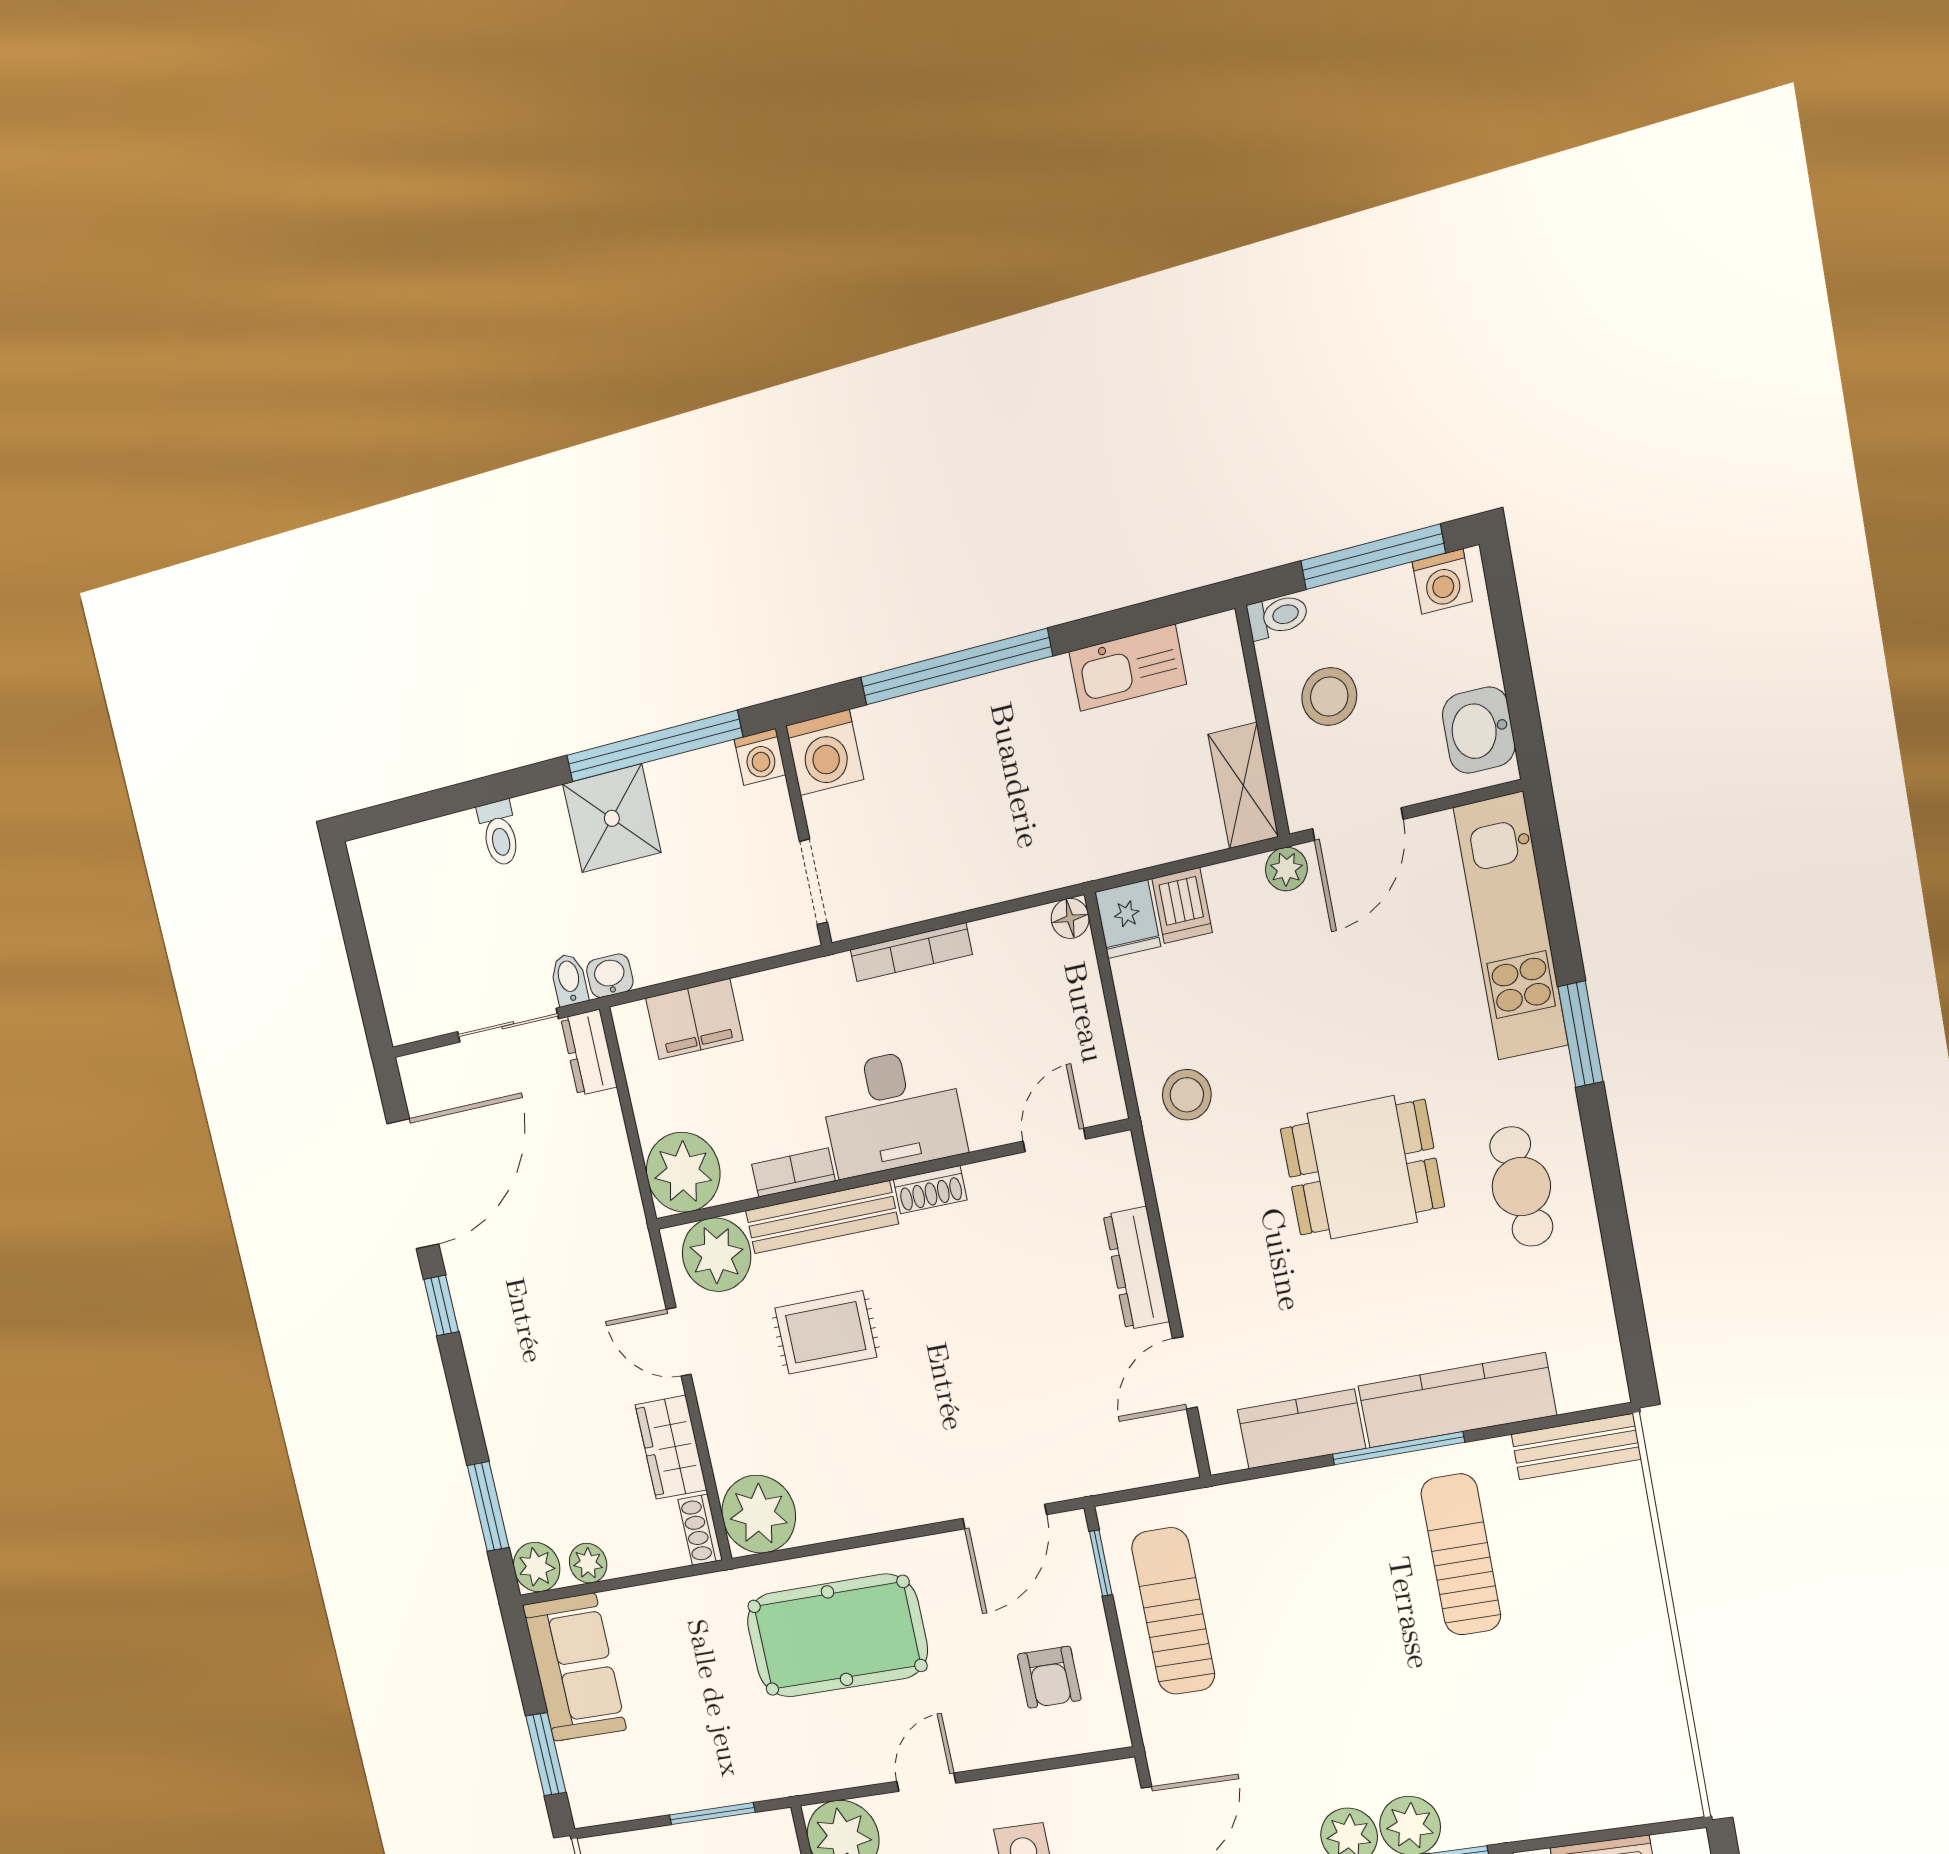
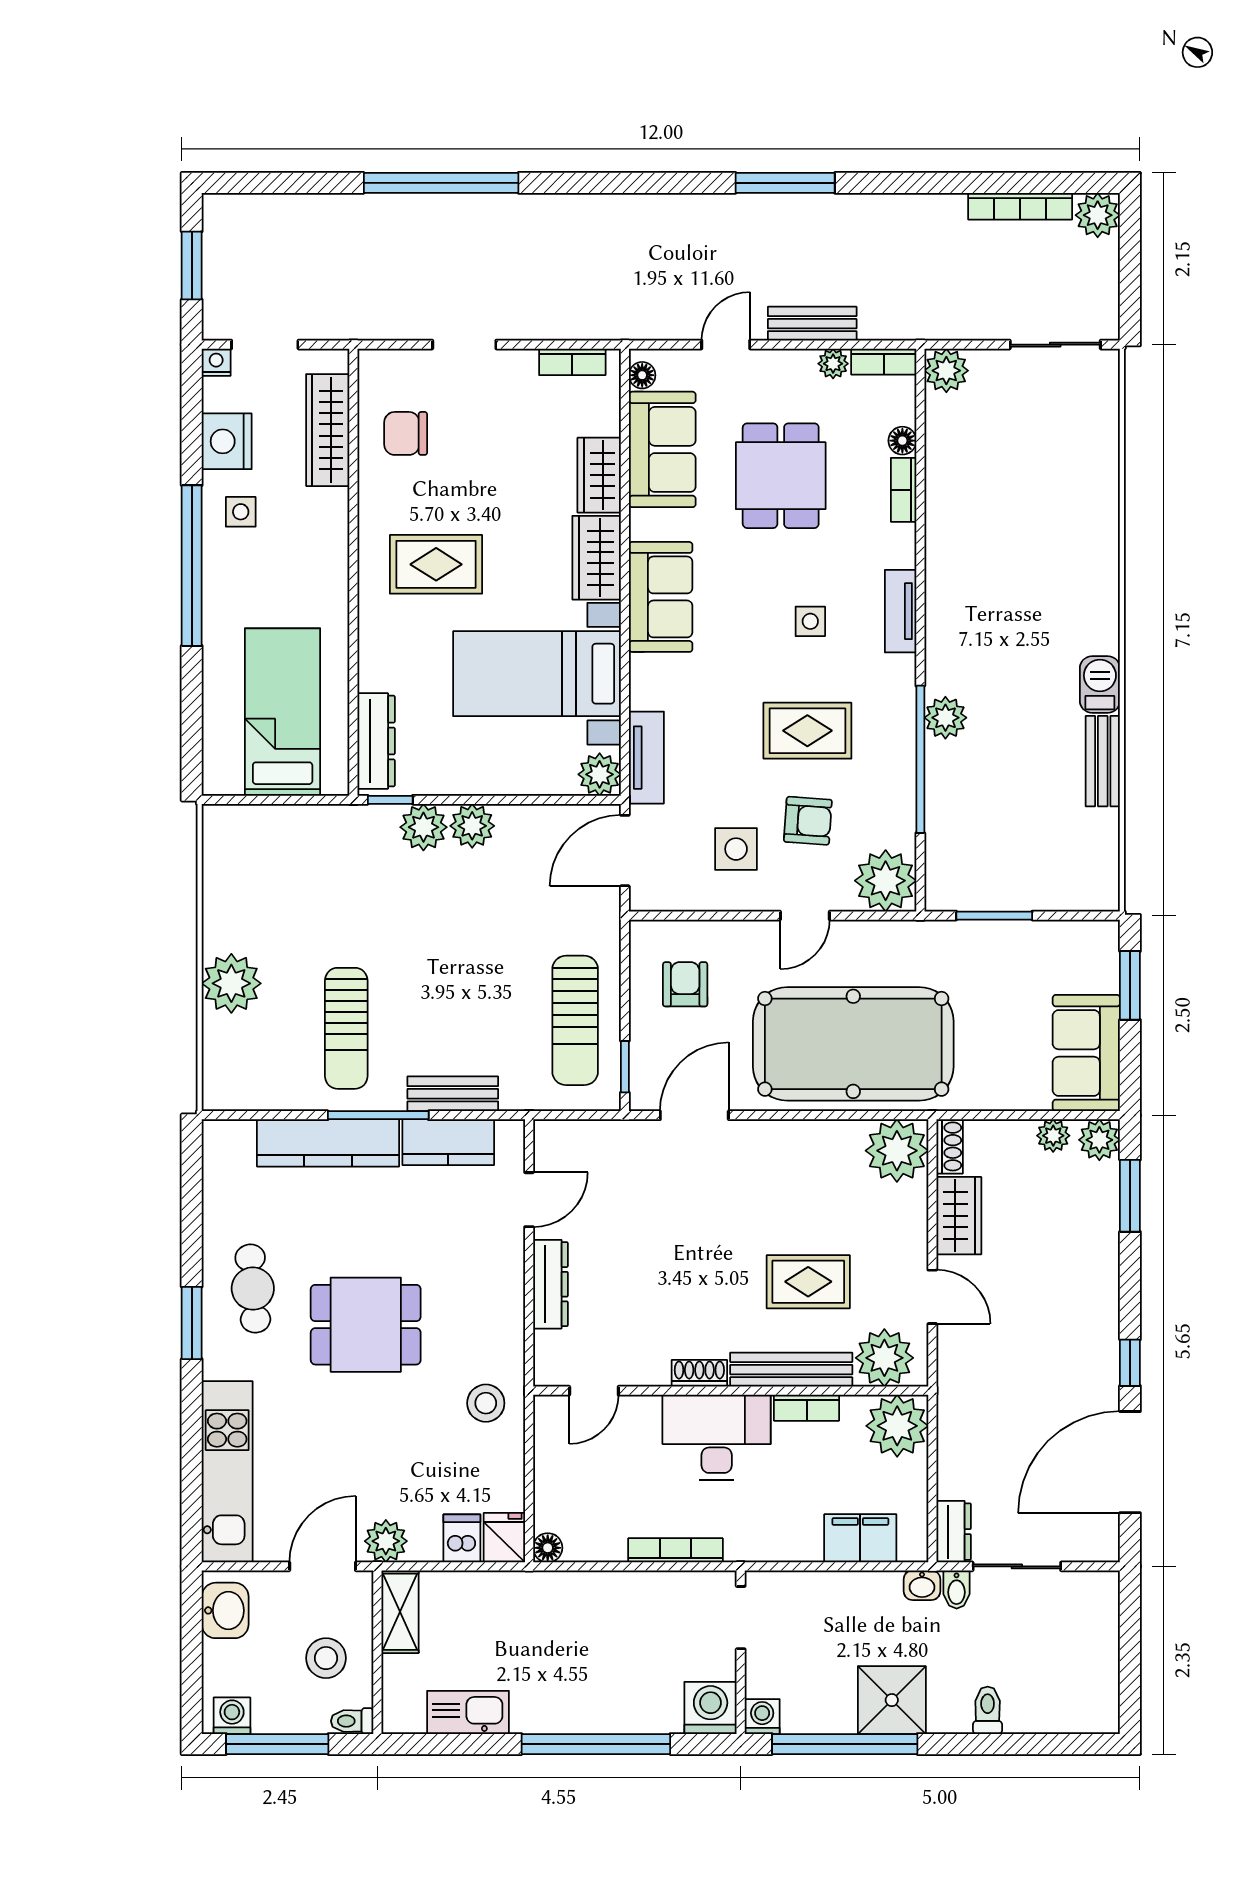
plant: (1286, 869) -> (386, 1541), width x1.38, depth x1.38
window: (1581, 1034) -> (192, 1323), moved
bench: (1576, 1447) -> (453, 1094), moved
plant: (1623, 1589) -> (231, 983), added
pool table: (837, 1636) -> (853, 1044), width x1.36, depth x1.32

